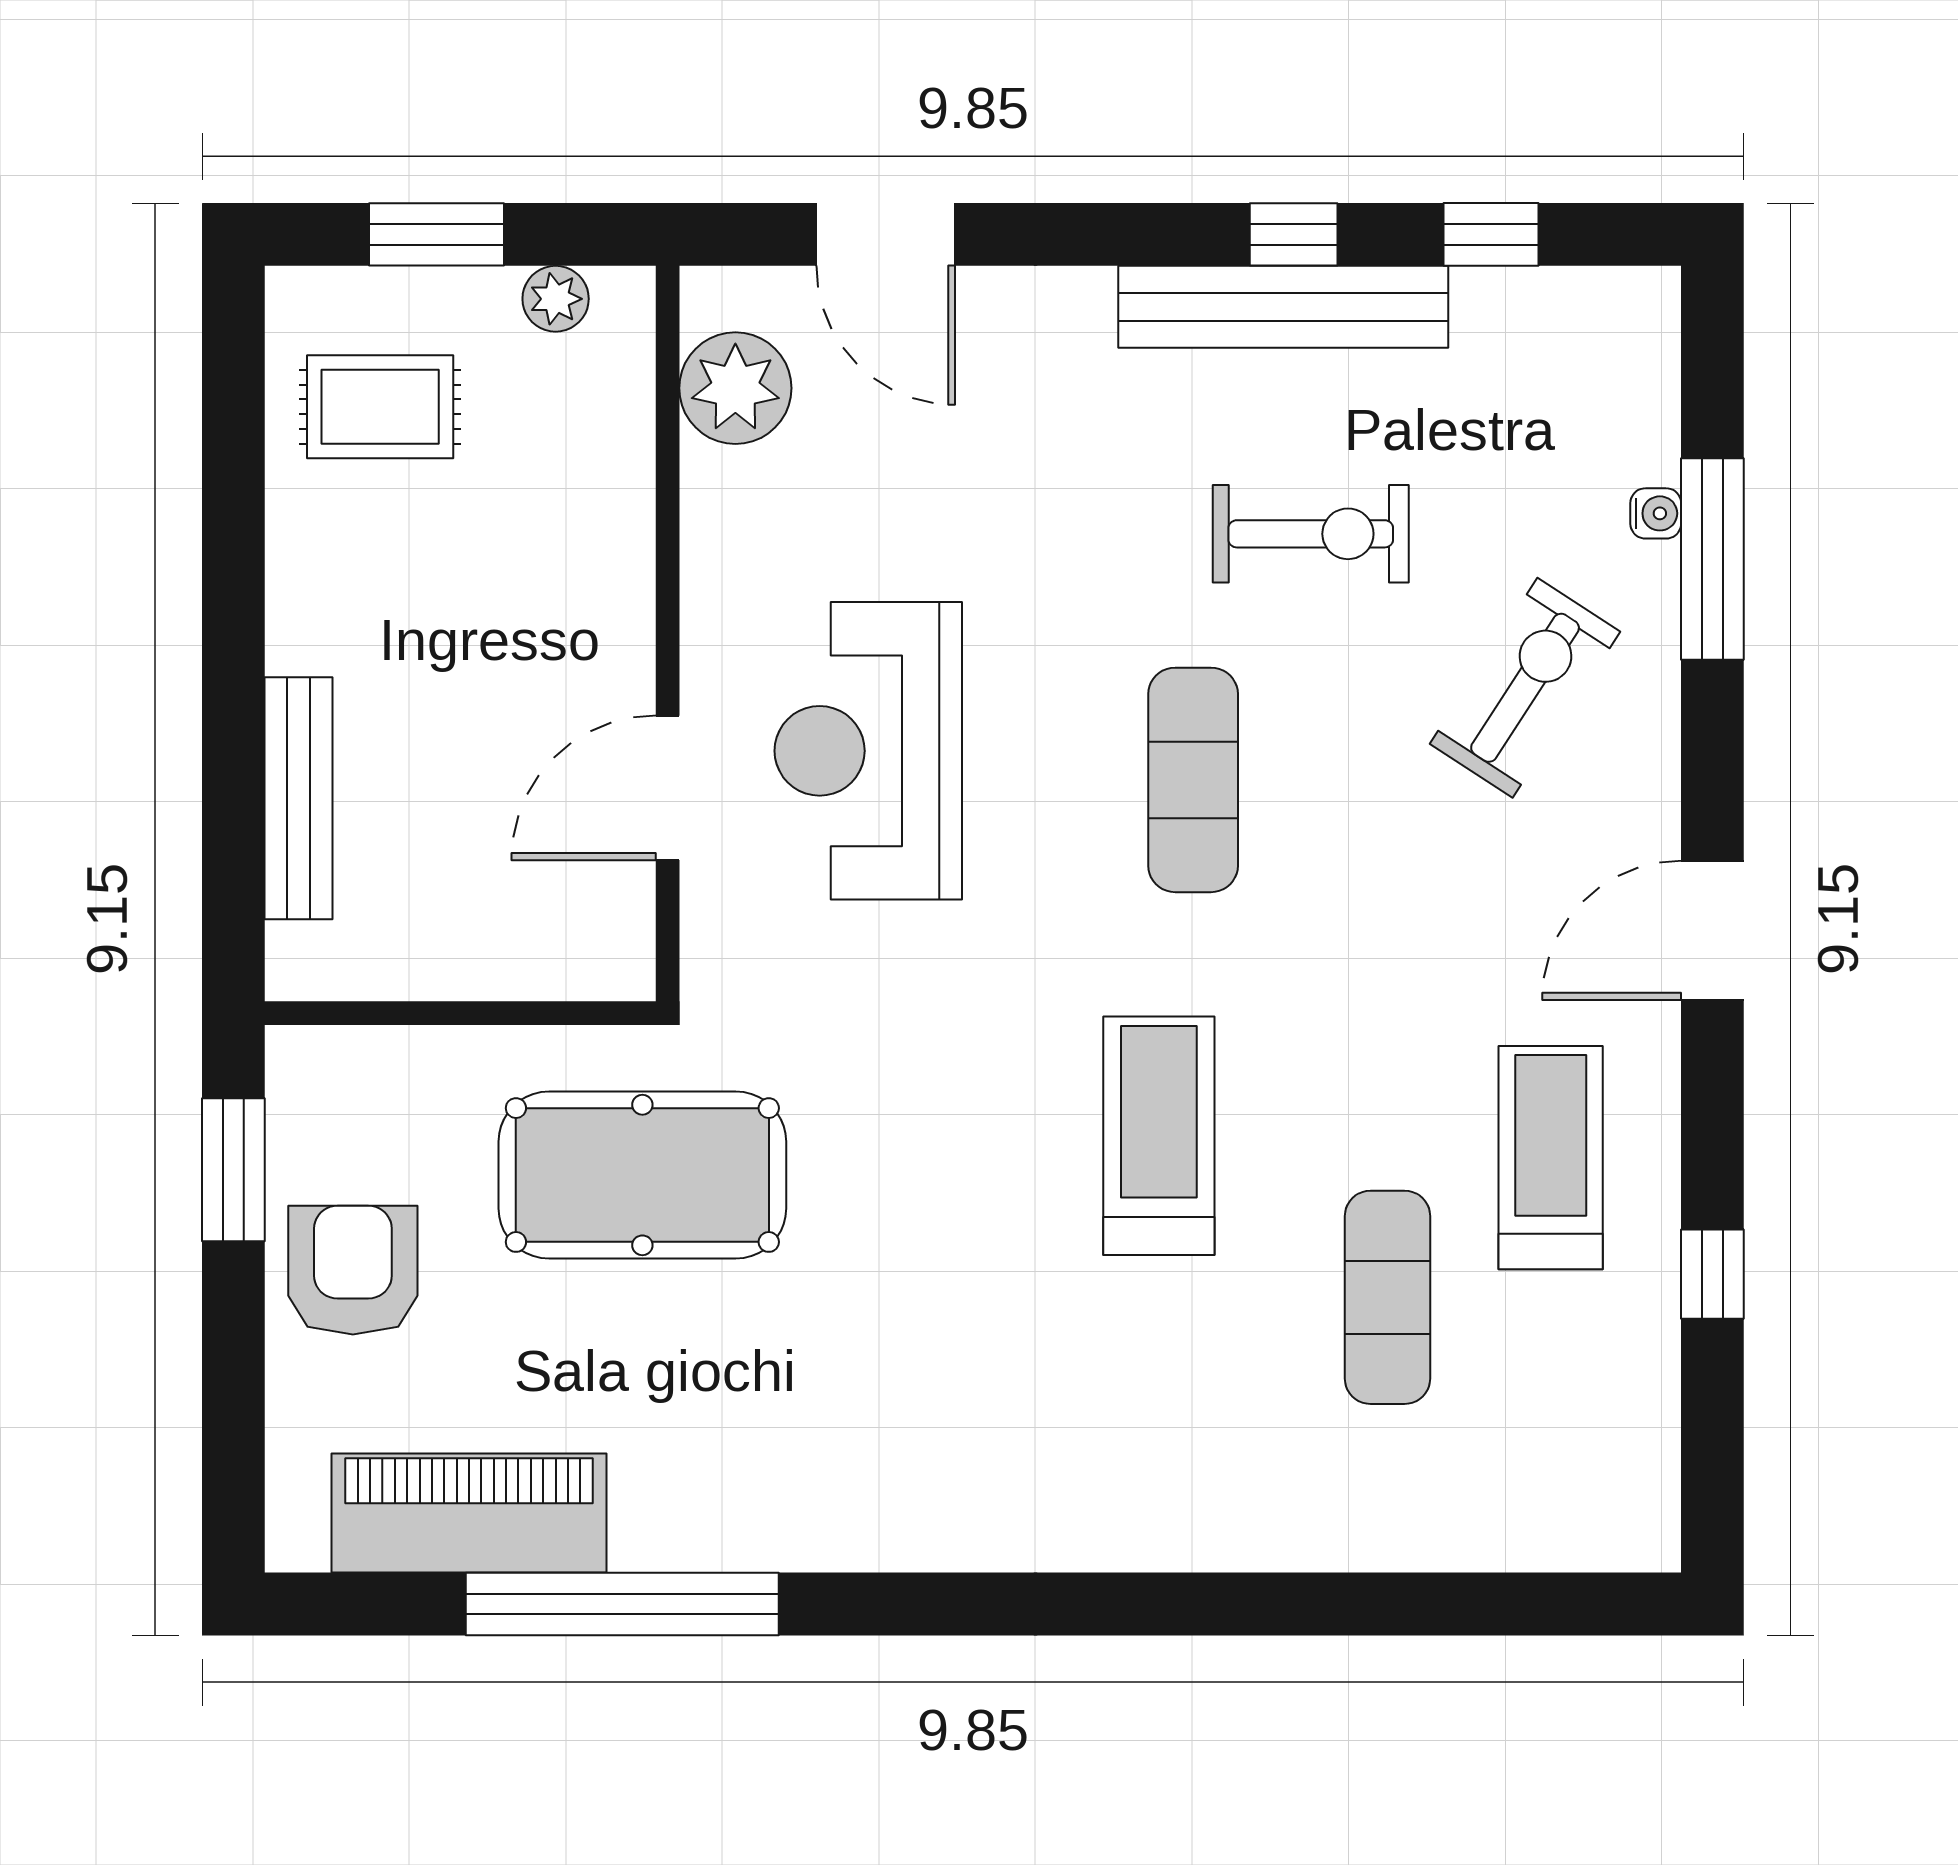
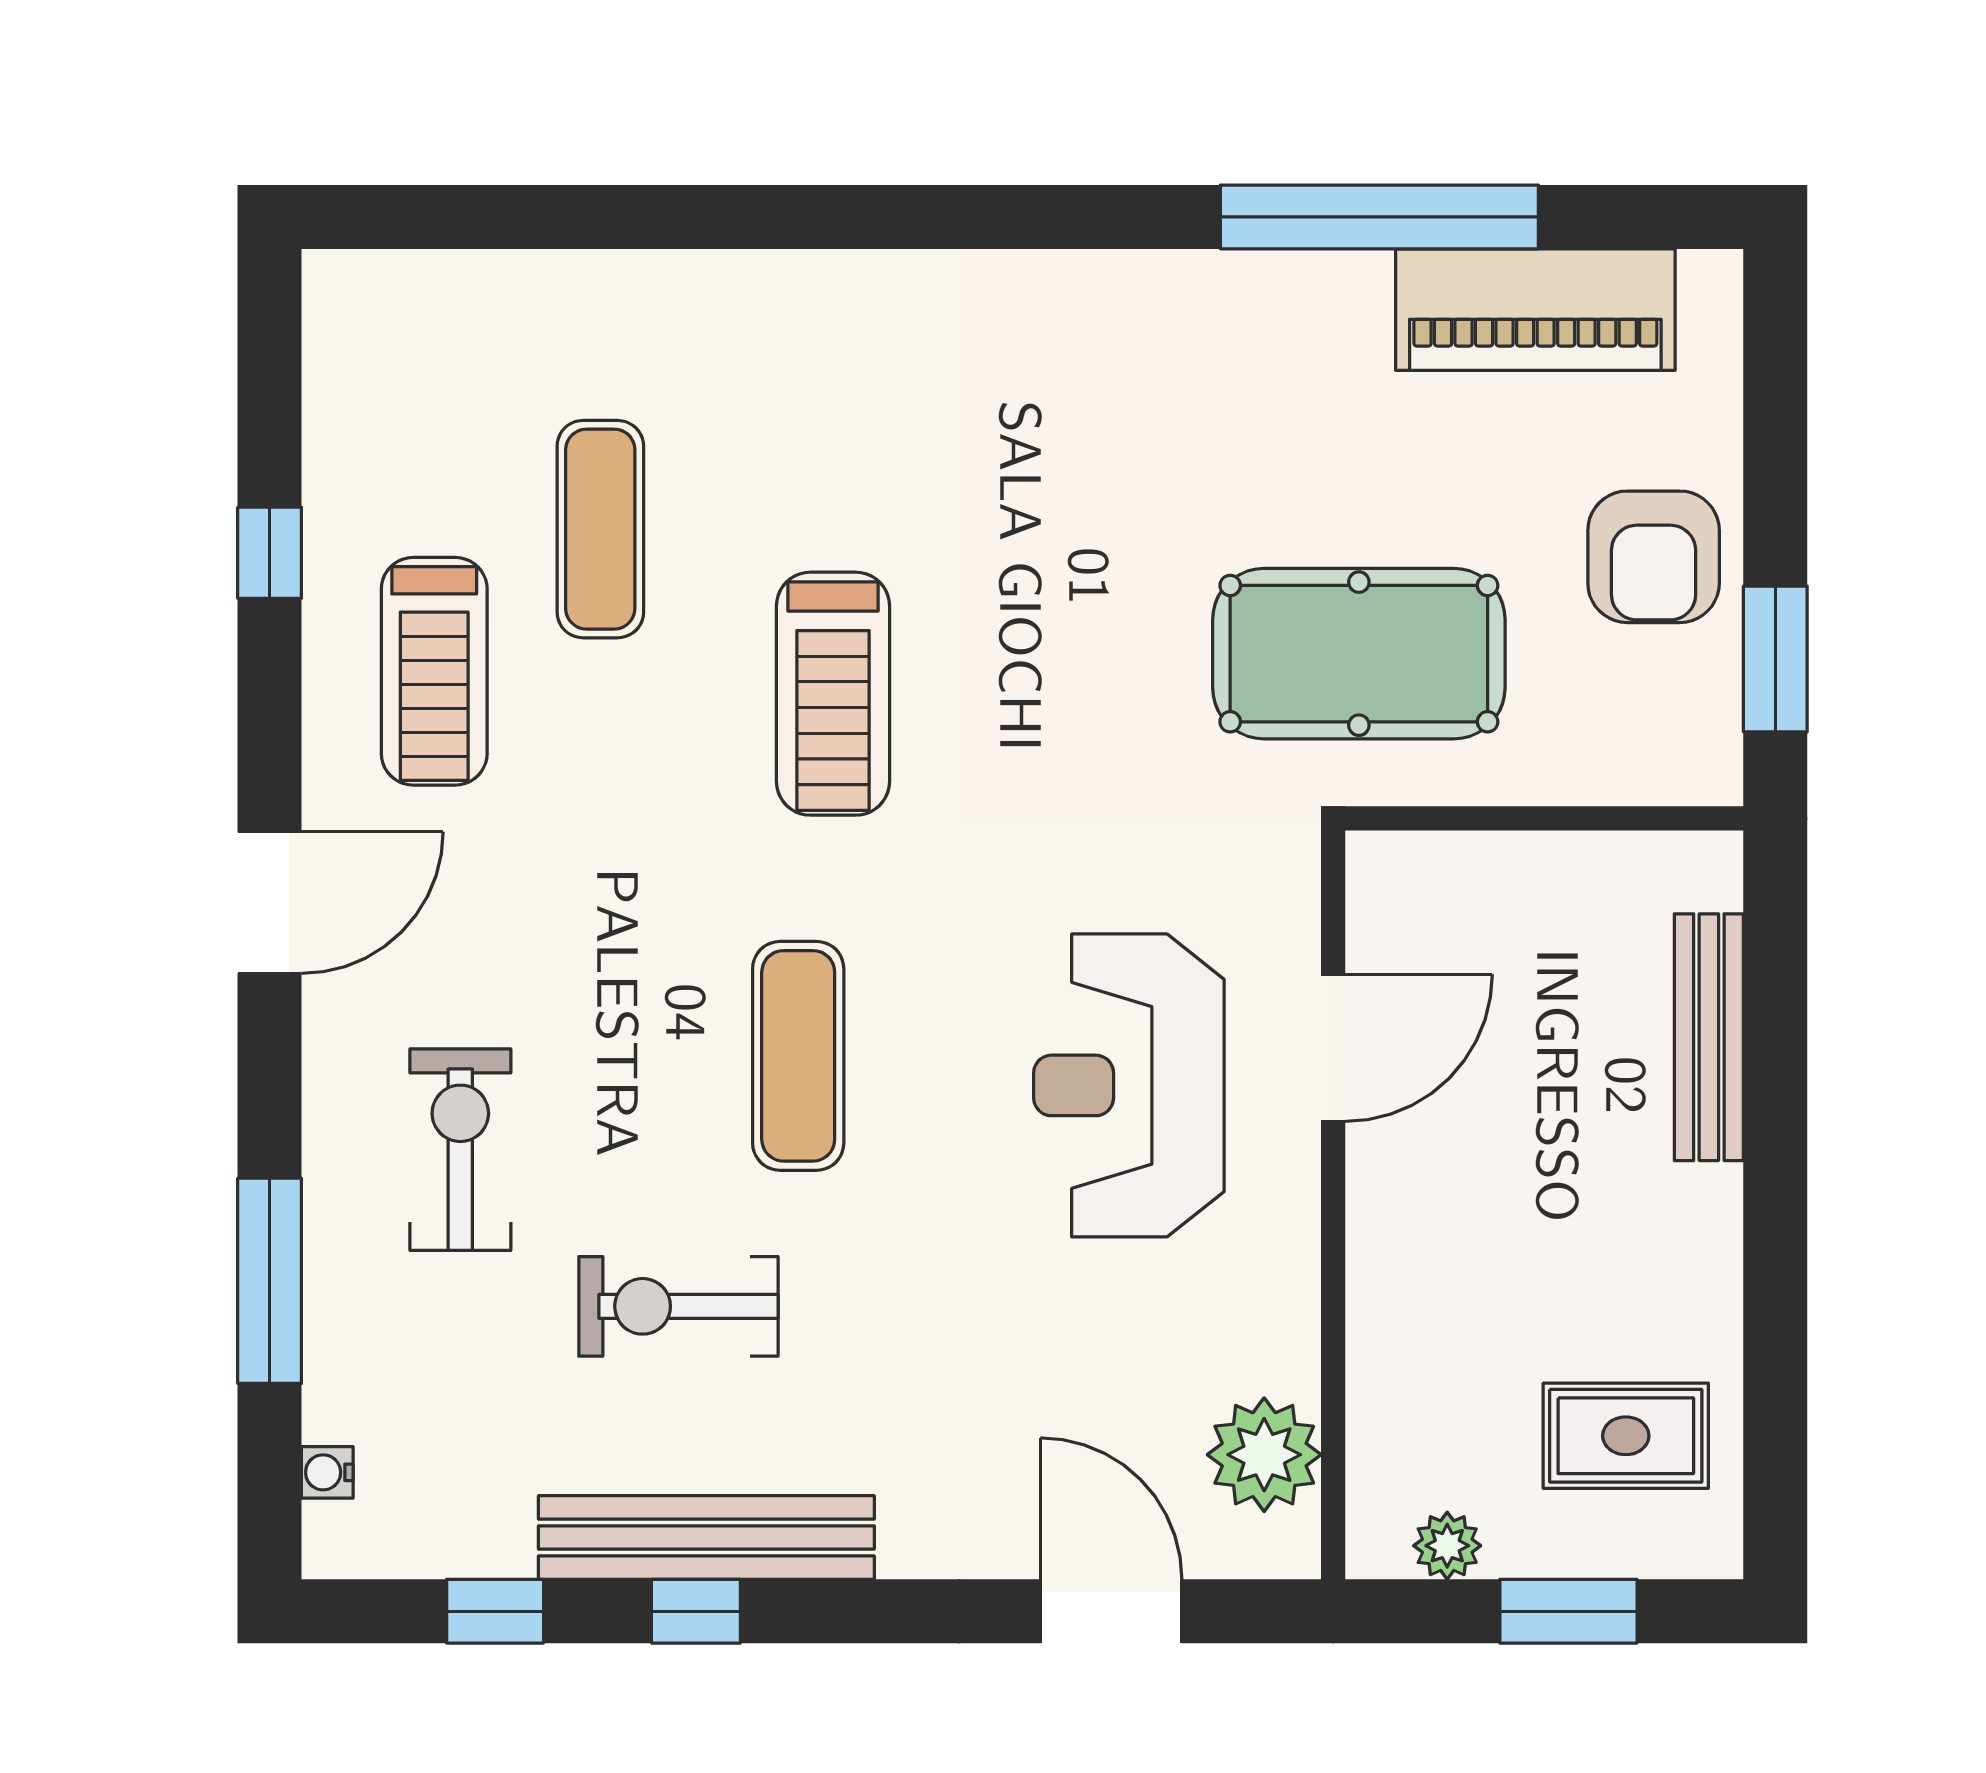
water cooler: (1656, 513) -> (327, 1472), moved
exercise bike: (1525, 688) -> (460, 1150), turned 147
reception desk: (868, 751) -> (1129, 1085), turned 180

